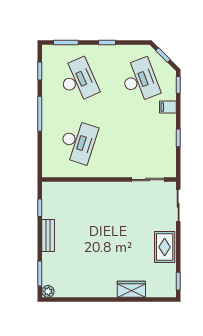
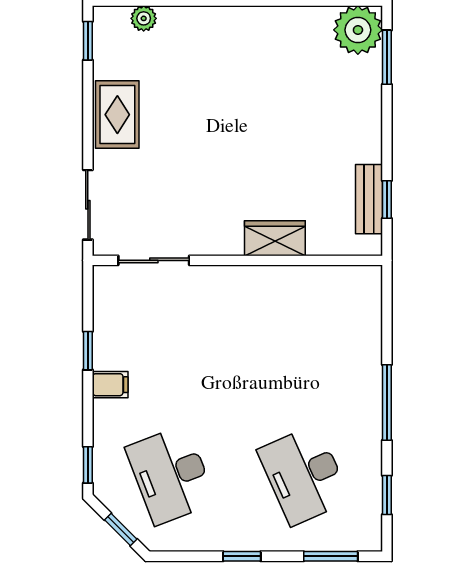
filing cabinet: (168, 107) -> (110, 385), moved
desk: (78, 142) -> (304, 342), removed
bench: (48, 236) -> (369, 199), moved
wardrobe: (131, 289) -> (275, 238), moved, turned 180
plant: (48, 291) -> (358, 30), width x1.87, depth x1.87
plant: (152, 291) -> (144, 18), added

